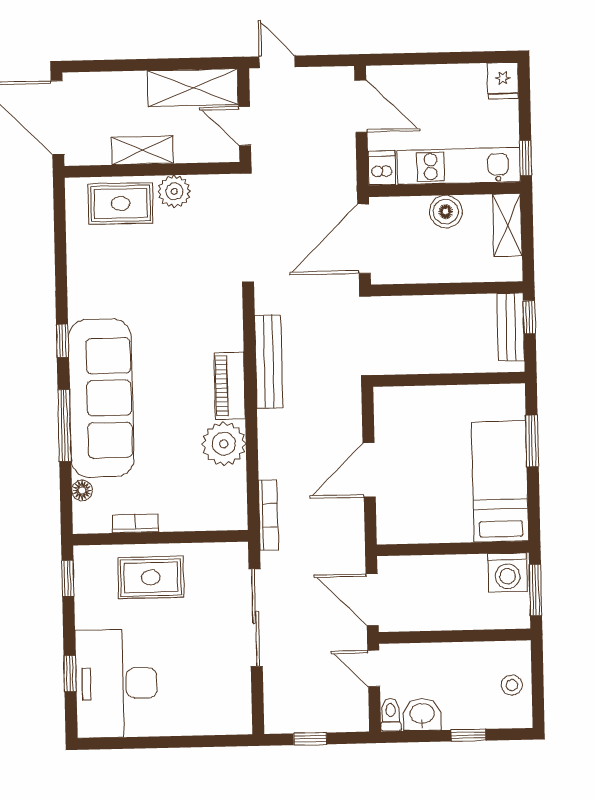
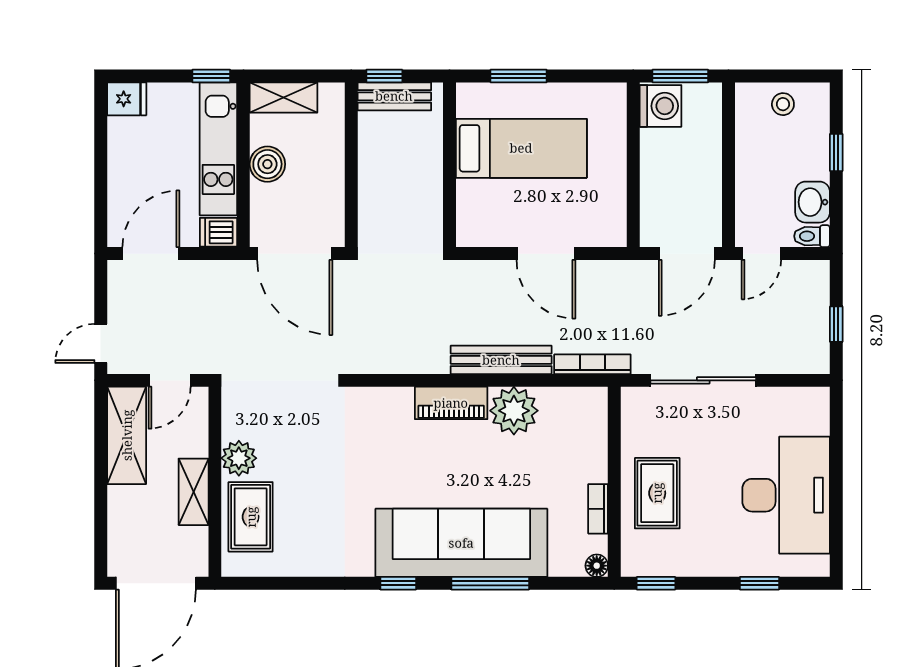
bench: (269, 362) -> (501, 360), moved
bed: (500, 481) -> (521, 148), moved, turned 180
floor lamp: (82, 490) -> (597, 566), moved
desk: (116, 683) -> (786, 495), moved, turned -90

